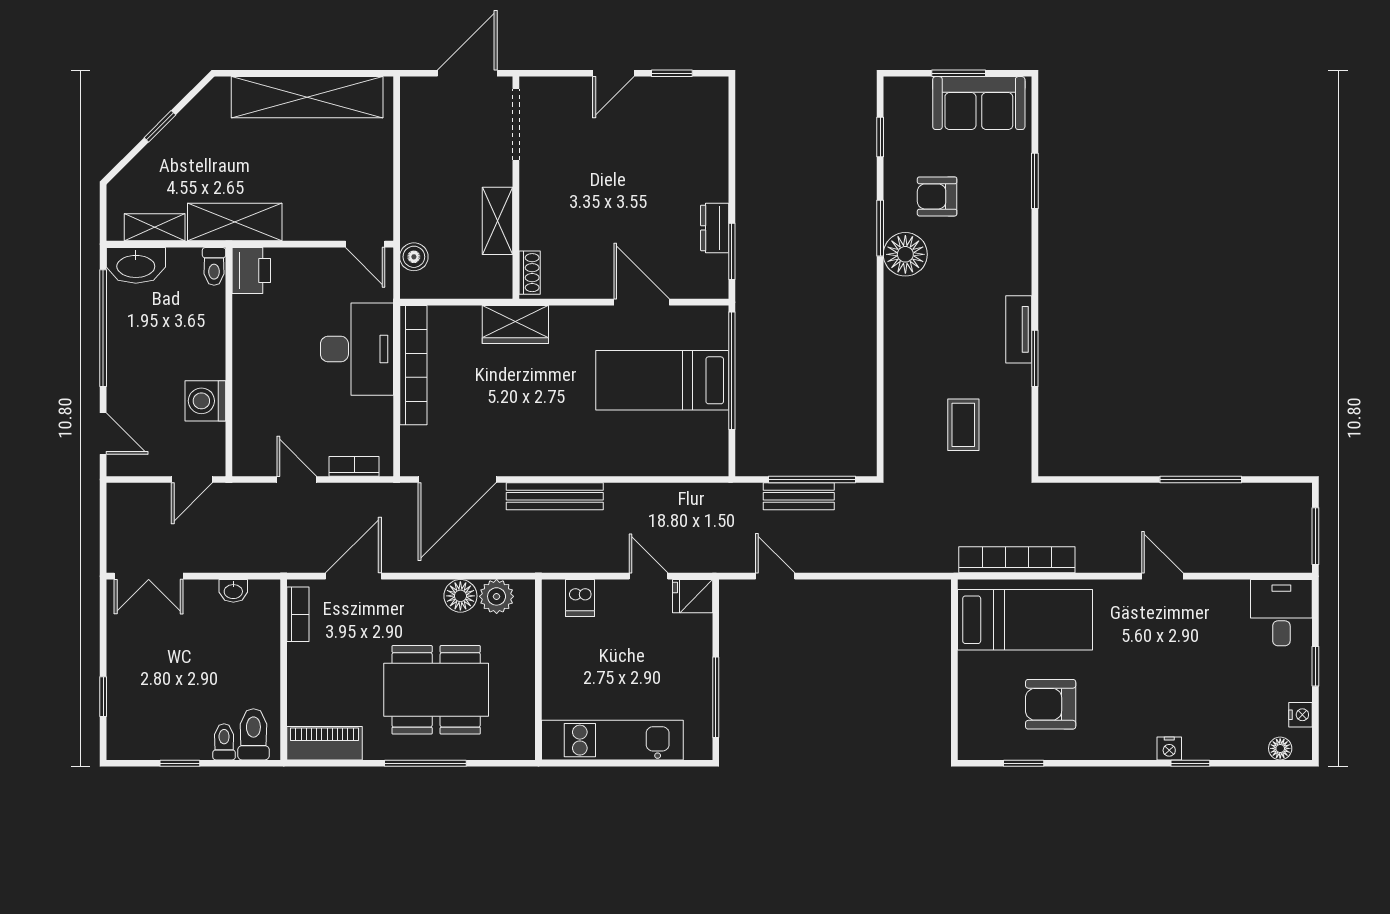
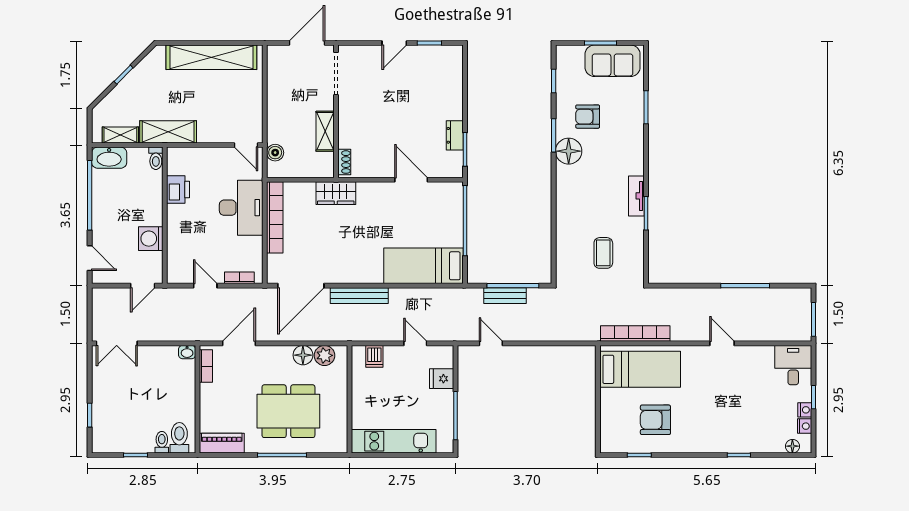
printer: (251, 270) -> (178, 190), moved
bed: (662, 380) -> (423, 266), moved
washbasin: (233, 591) -> (187, 352), moved
fridge: (693, 596) -> (442, 379), moved
nightstand: (1169, 748) -> (805, 410), moved, turned -90

